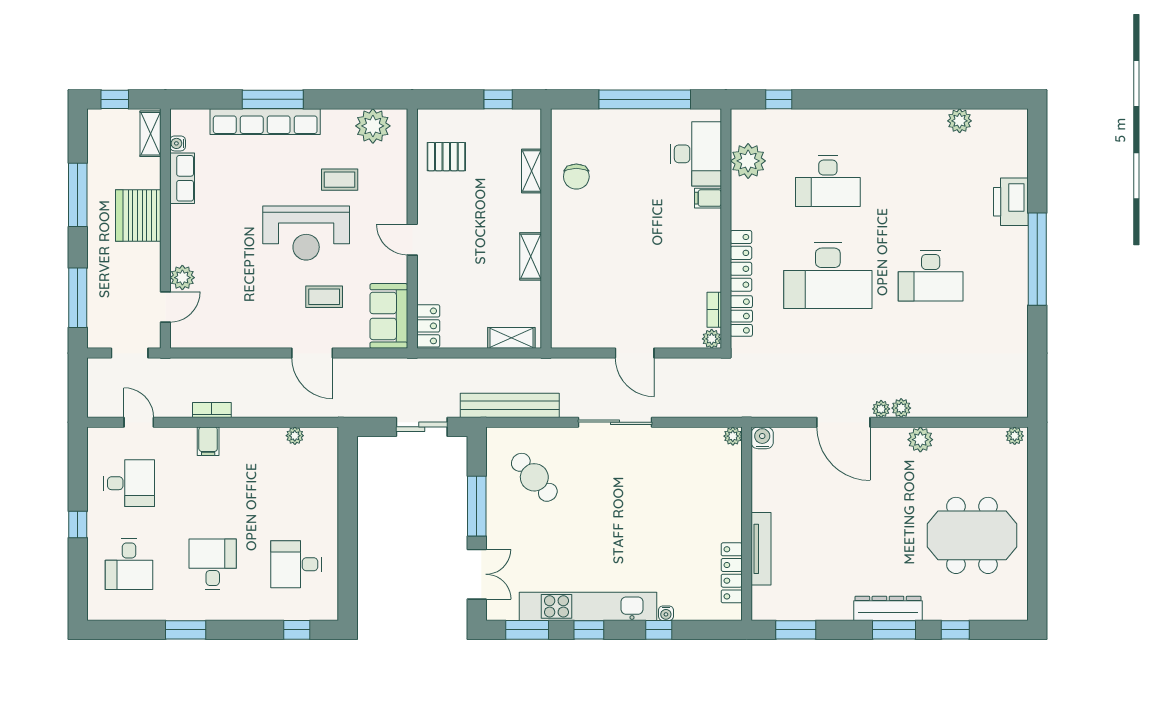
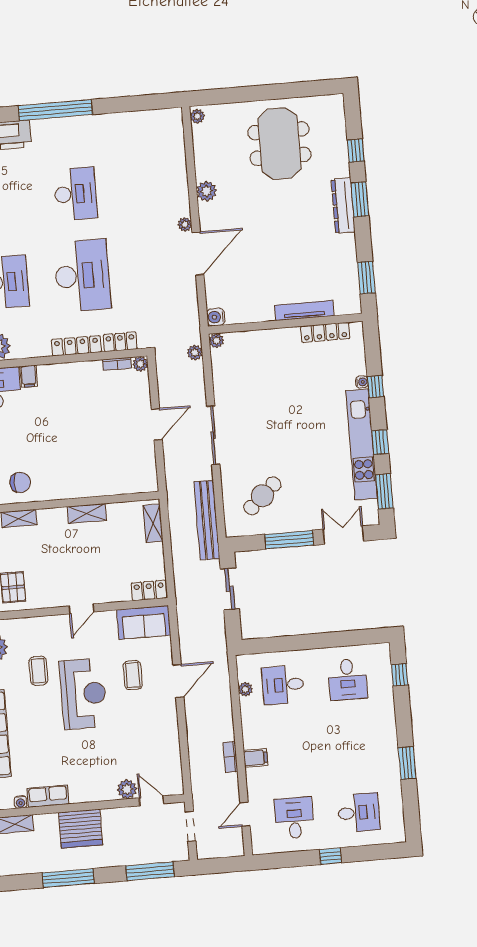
plant: (901, 408) -> (195, 352), moved
desk: (213, 564) -> (283, 685), moved

